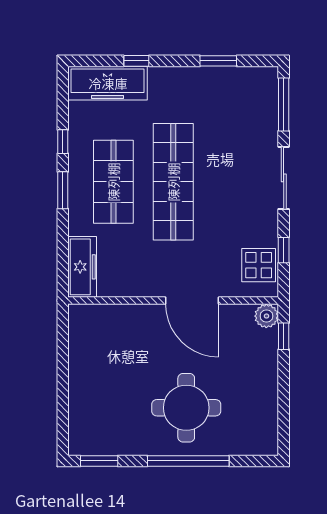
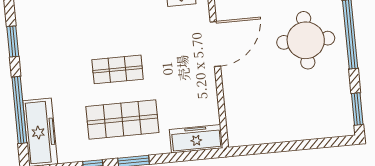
window: (136, 61) -> (19, 110), width x3.17
shop shelf: (173, 182) -> (118, 69), width x0.50, depth x0.74

